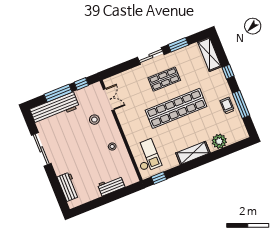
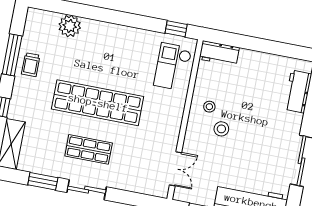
double door: (109, 100) -> (176, 169), swing flipped
stool: (94, 120) -> (221, 129), moved
shelving: (193, 153) -> (112, 33), removed
workbench: (111, 186) -> (219, 53), moved

